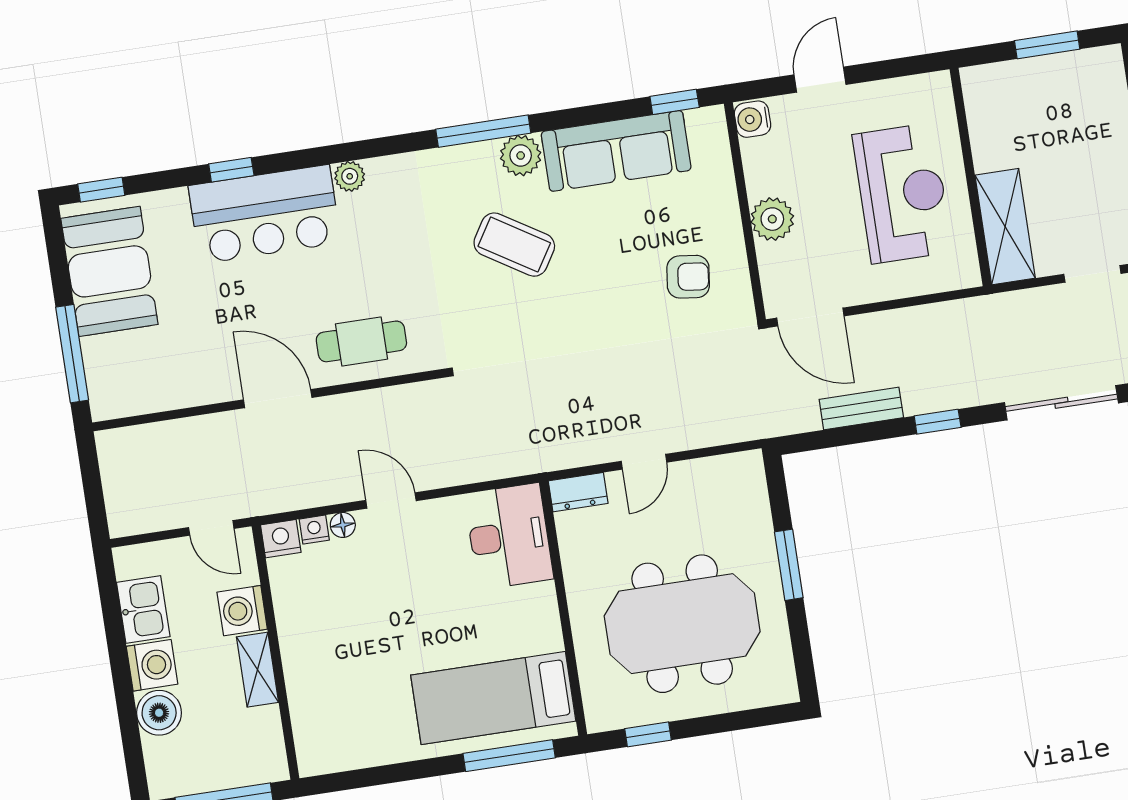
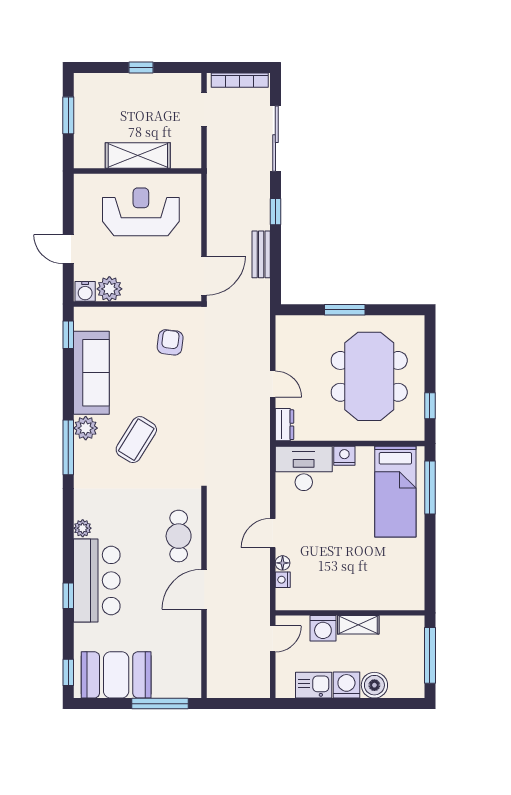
plant: (772, 219) -> (109, 289), moved
shelving: (1005, 227) -> (138, 156), moved
nightstand: (281, 539) -> (344, 456), moved, turned 90

